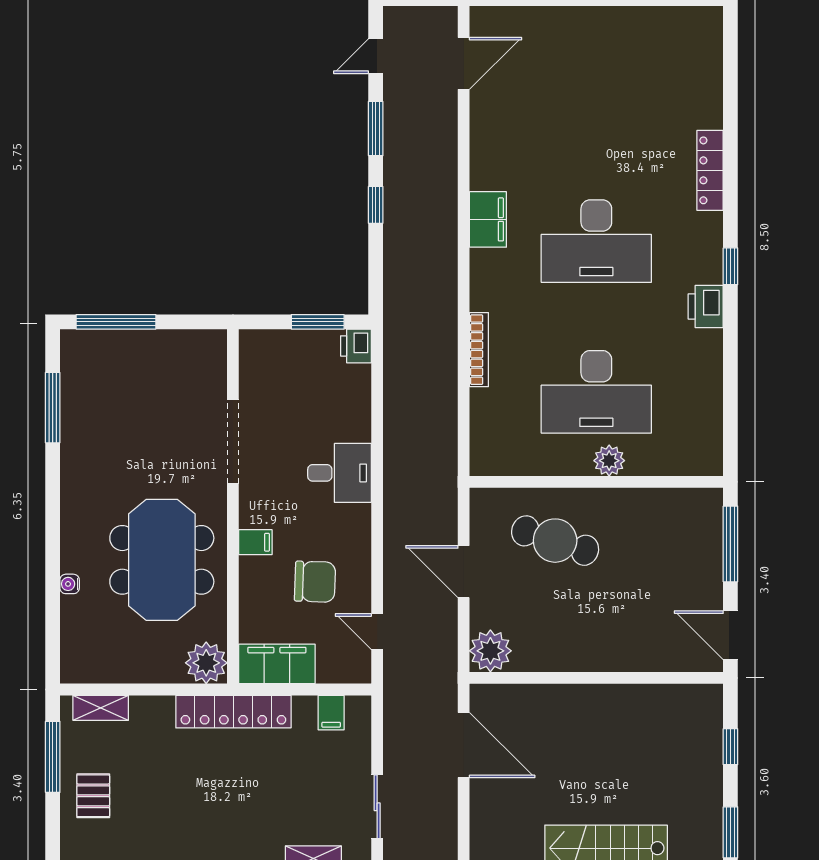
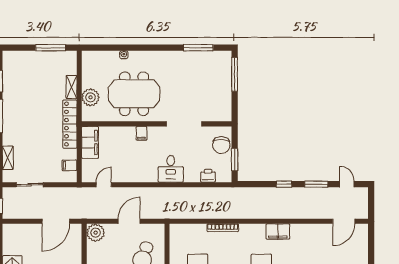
door: (464, 63) -> (344, 221), hinge flipped
printer: (356, 346) -> (208, 176), moved
chair: (315, 582) -> (221, 145), moved
plant: (206, 663) -> (91, 97), moved
shelving: (101, 708) -> (72, 87), moved
pallet: (93, 796) -> (34, 65), removed

